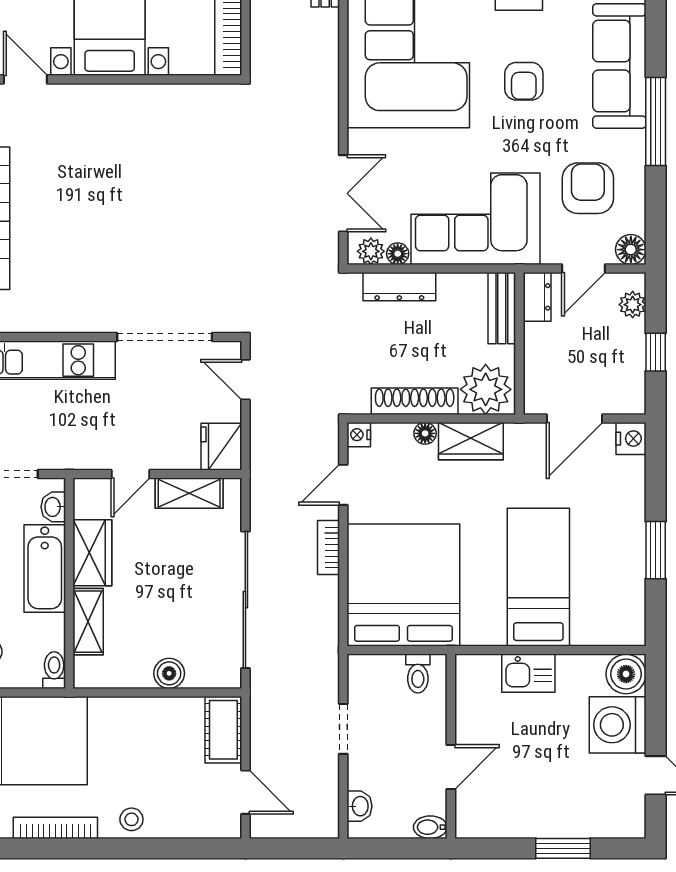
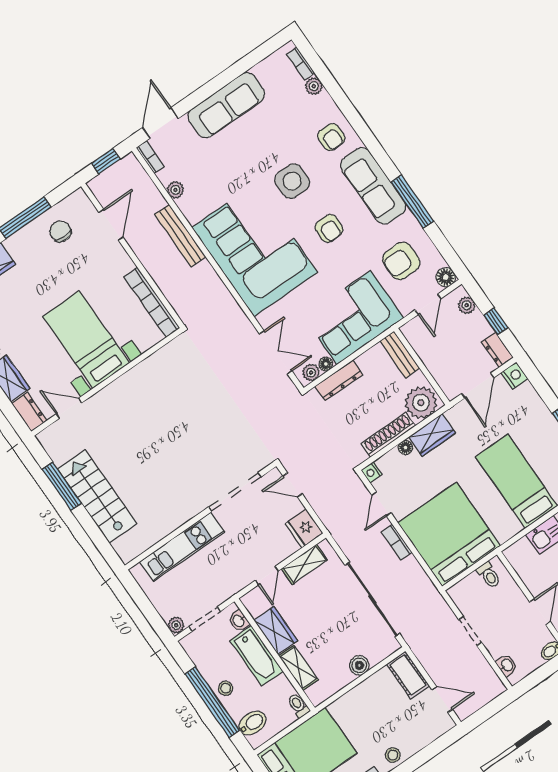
armchair: (588, 188) -> (401, 261), turned -90
dresser: (537, 297) -> (497, 350), moved, turned 180

